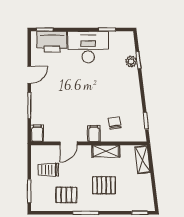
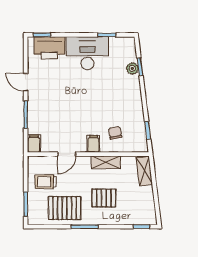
door: (29, 75) -> (26, 82), swing flipped
pallet: (66, 195) -> (65, 208), width x1.50, depth x1.42

